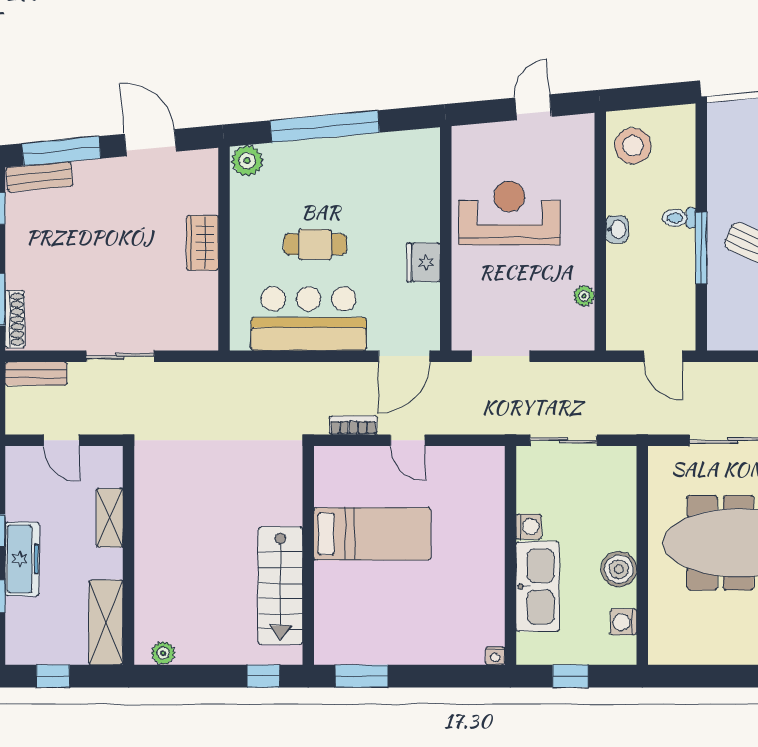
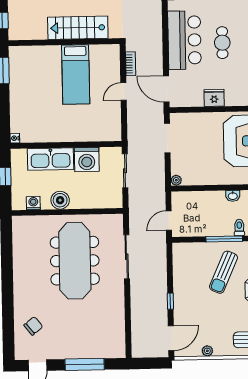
plant: (584, 296) -> (176, 180), moved
washing machine: (529, 527) -> (87, 160), width x1.89, depth x1.89
stairs: (280, 586) -> (78, 28), moved

